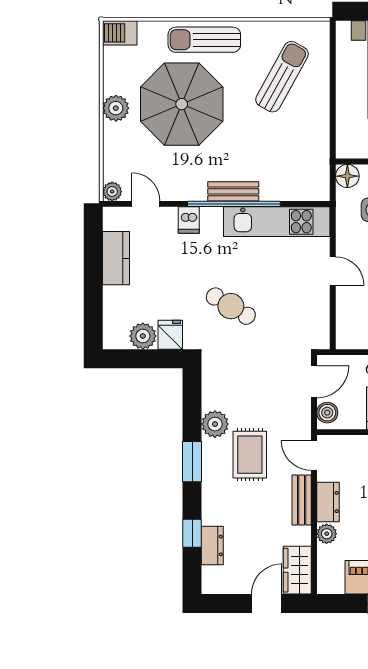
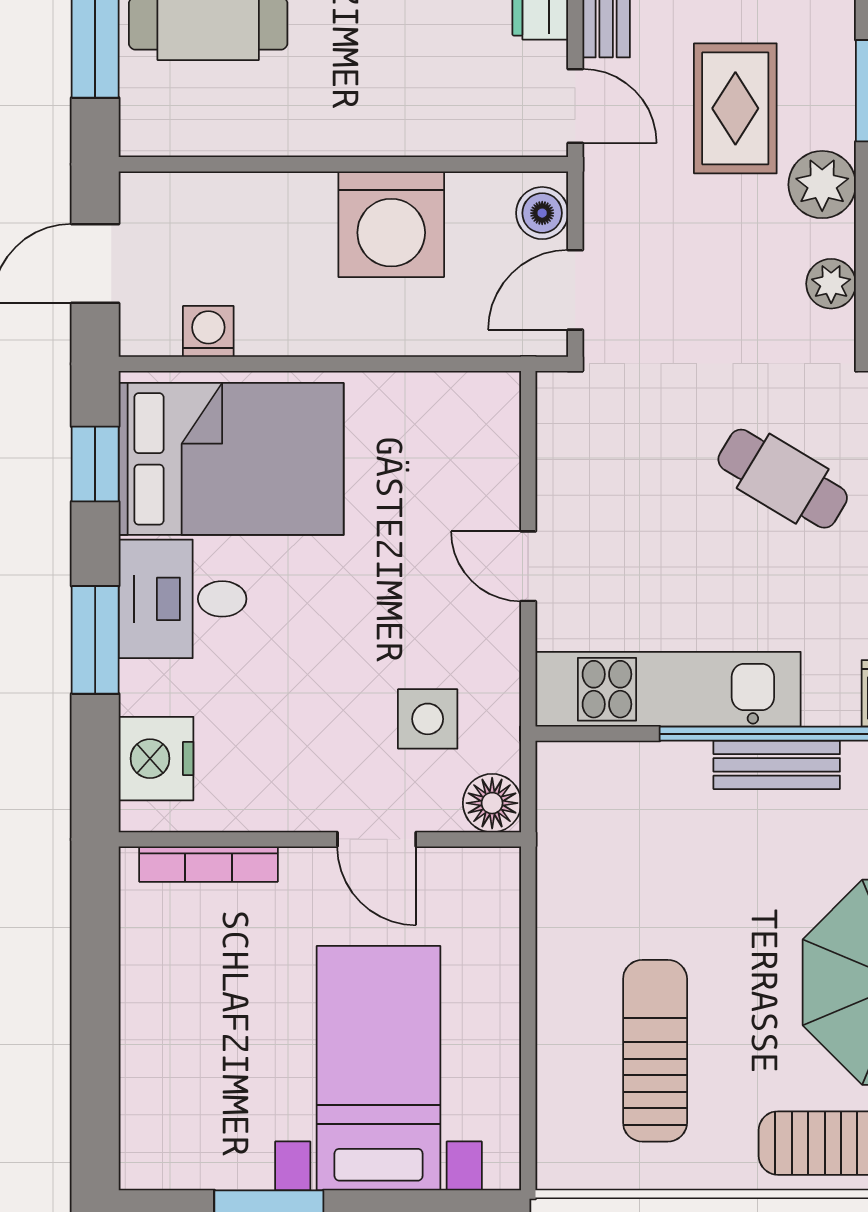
sun lounger: (282, 77) -> (655, 1051), turned 151
plant: (211, 384) -> (831, 284), added

